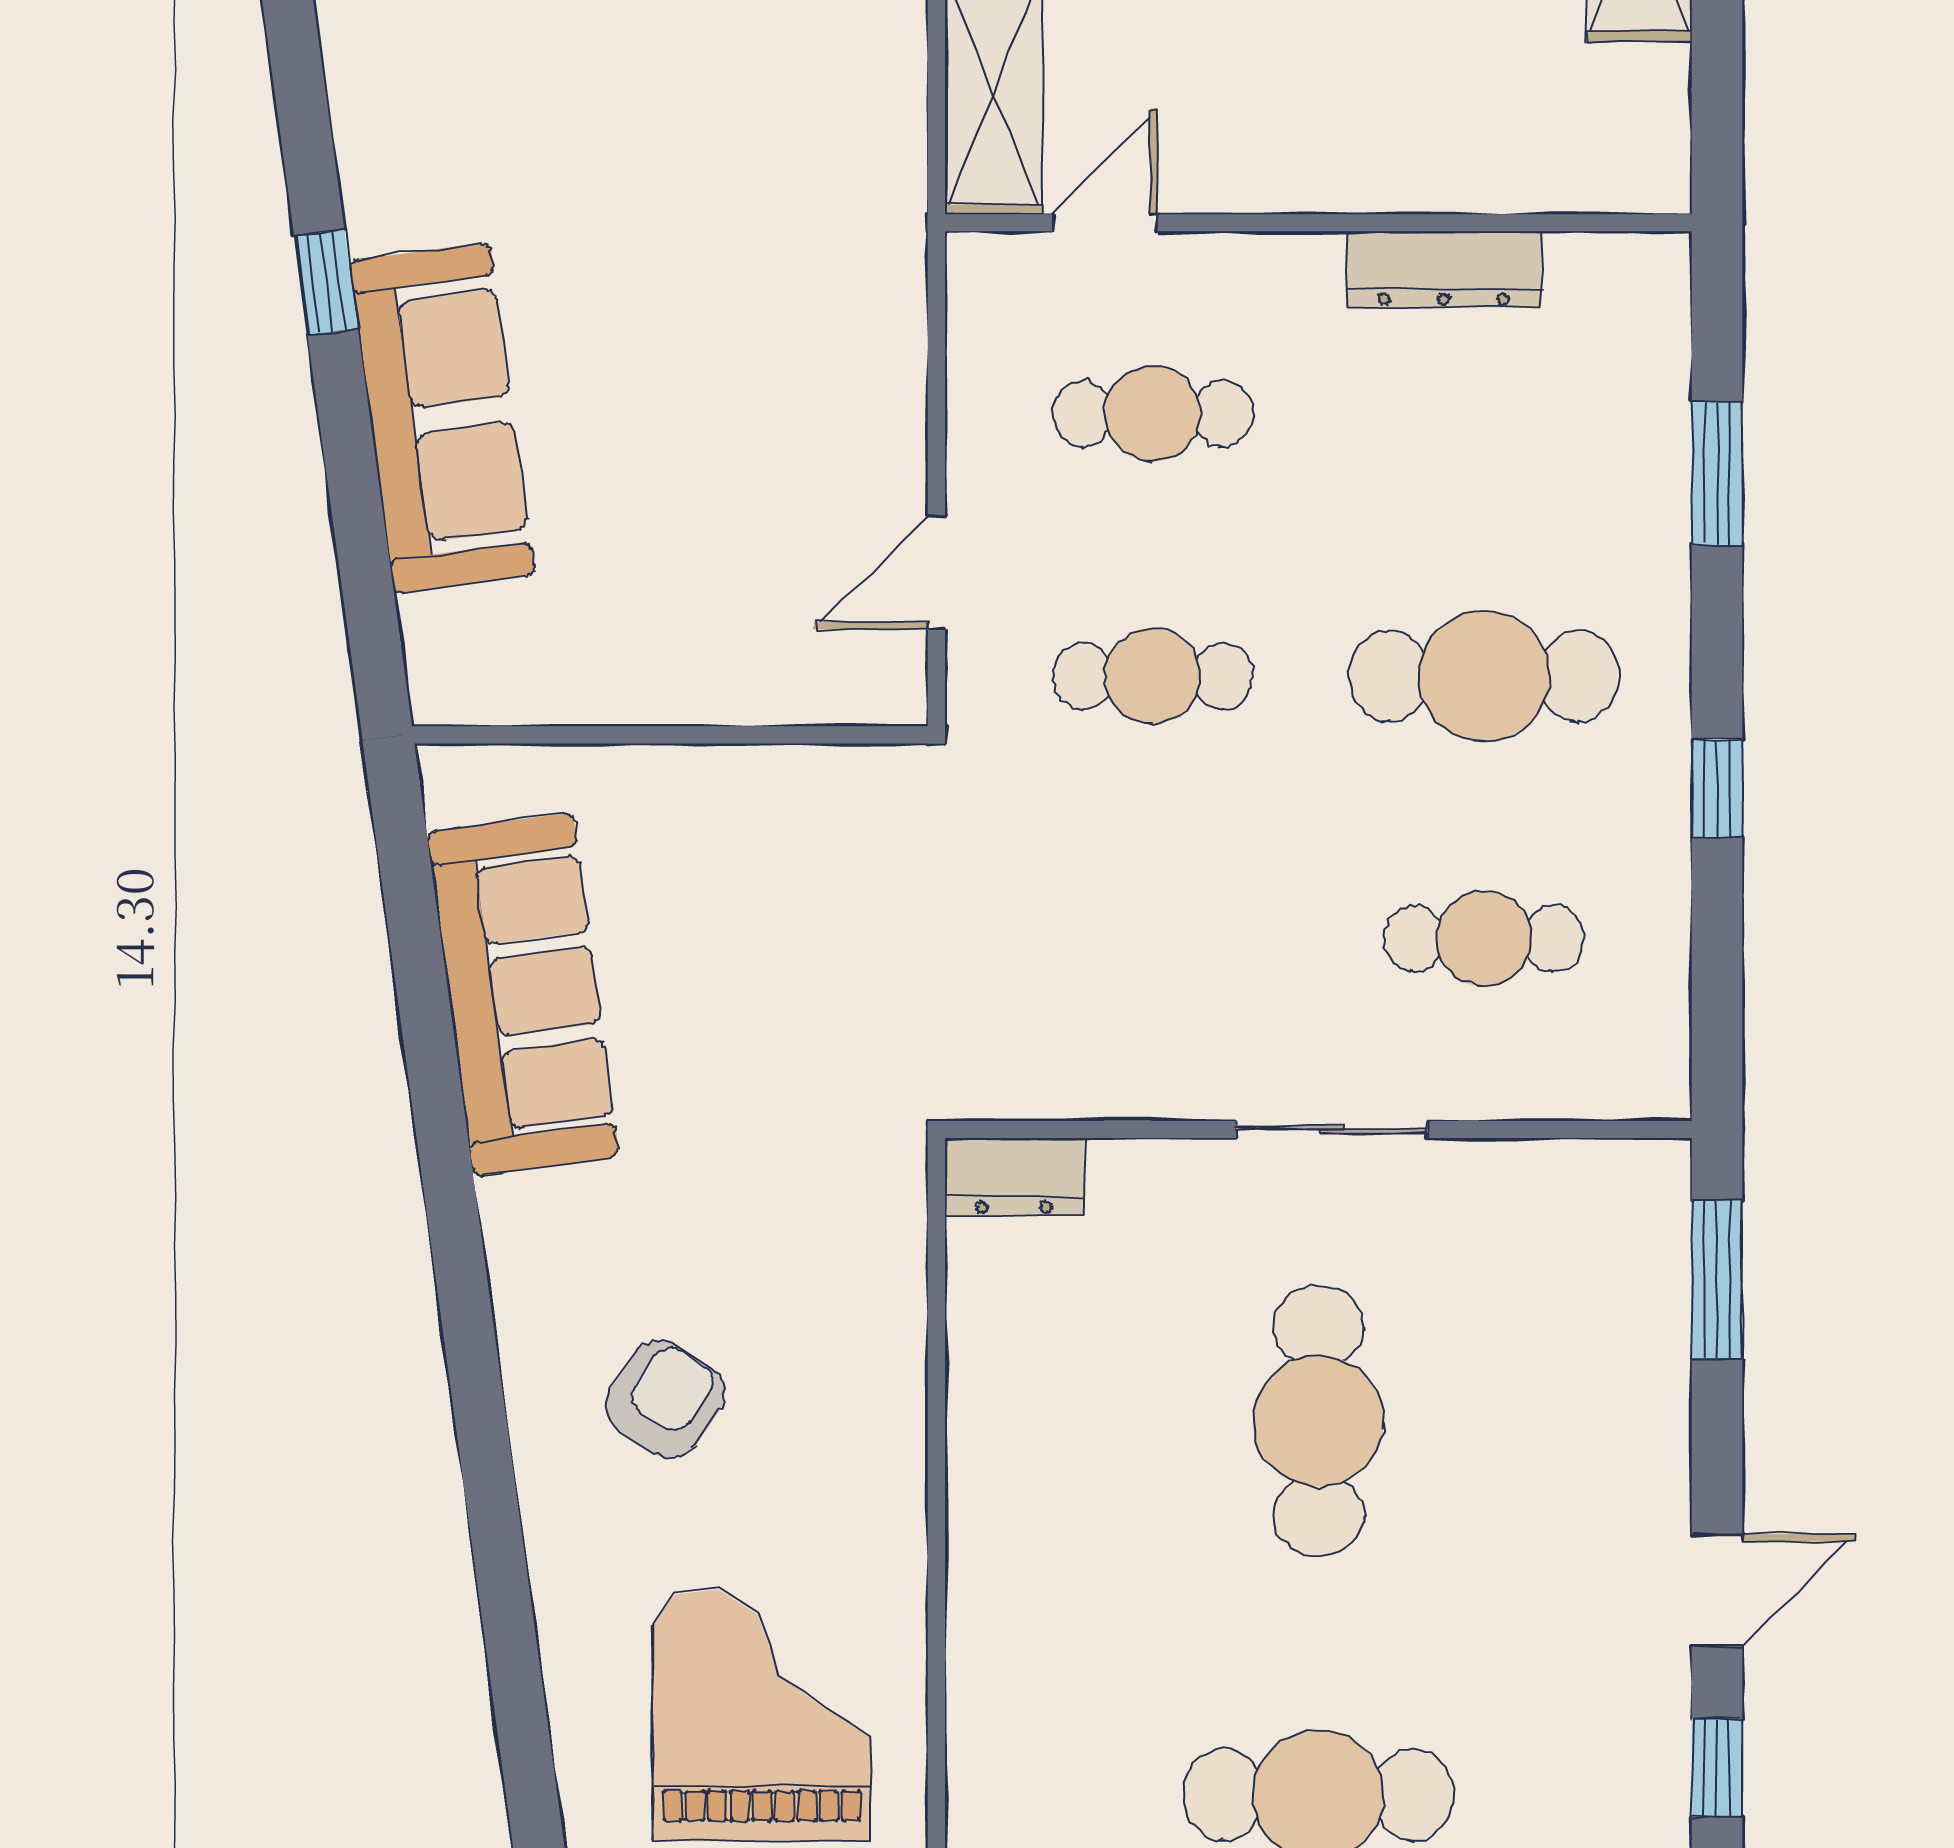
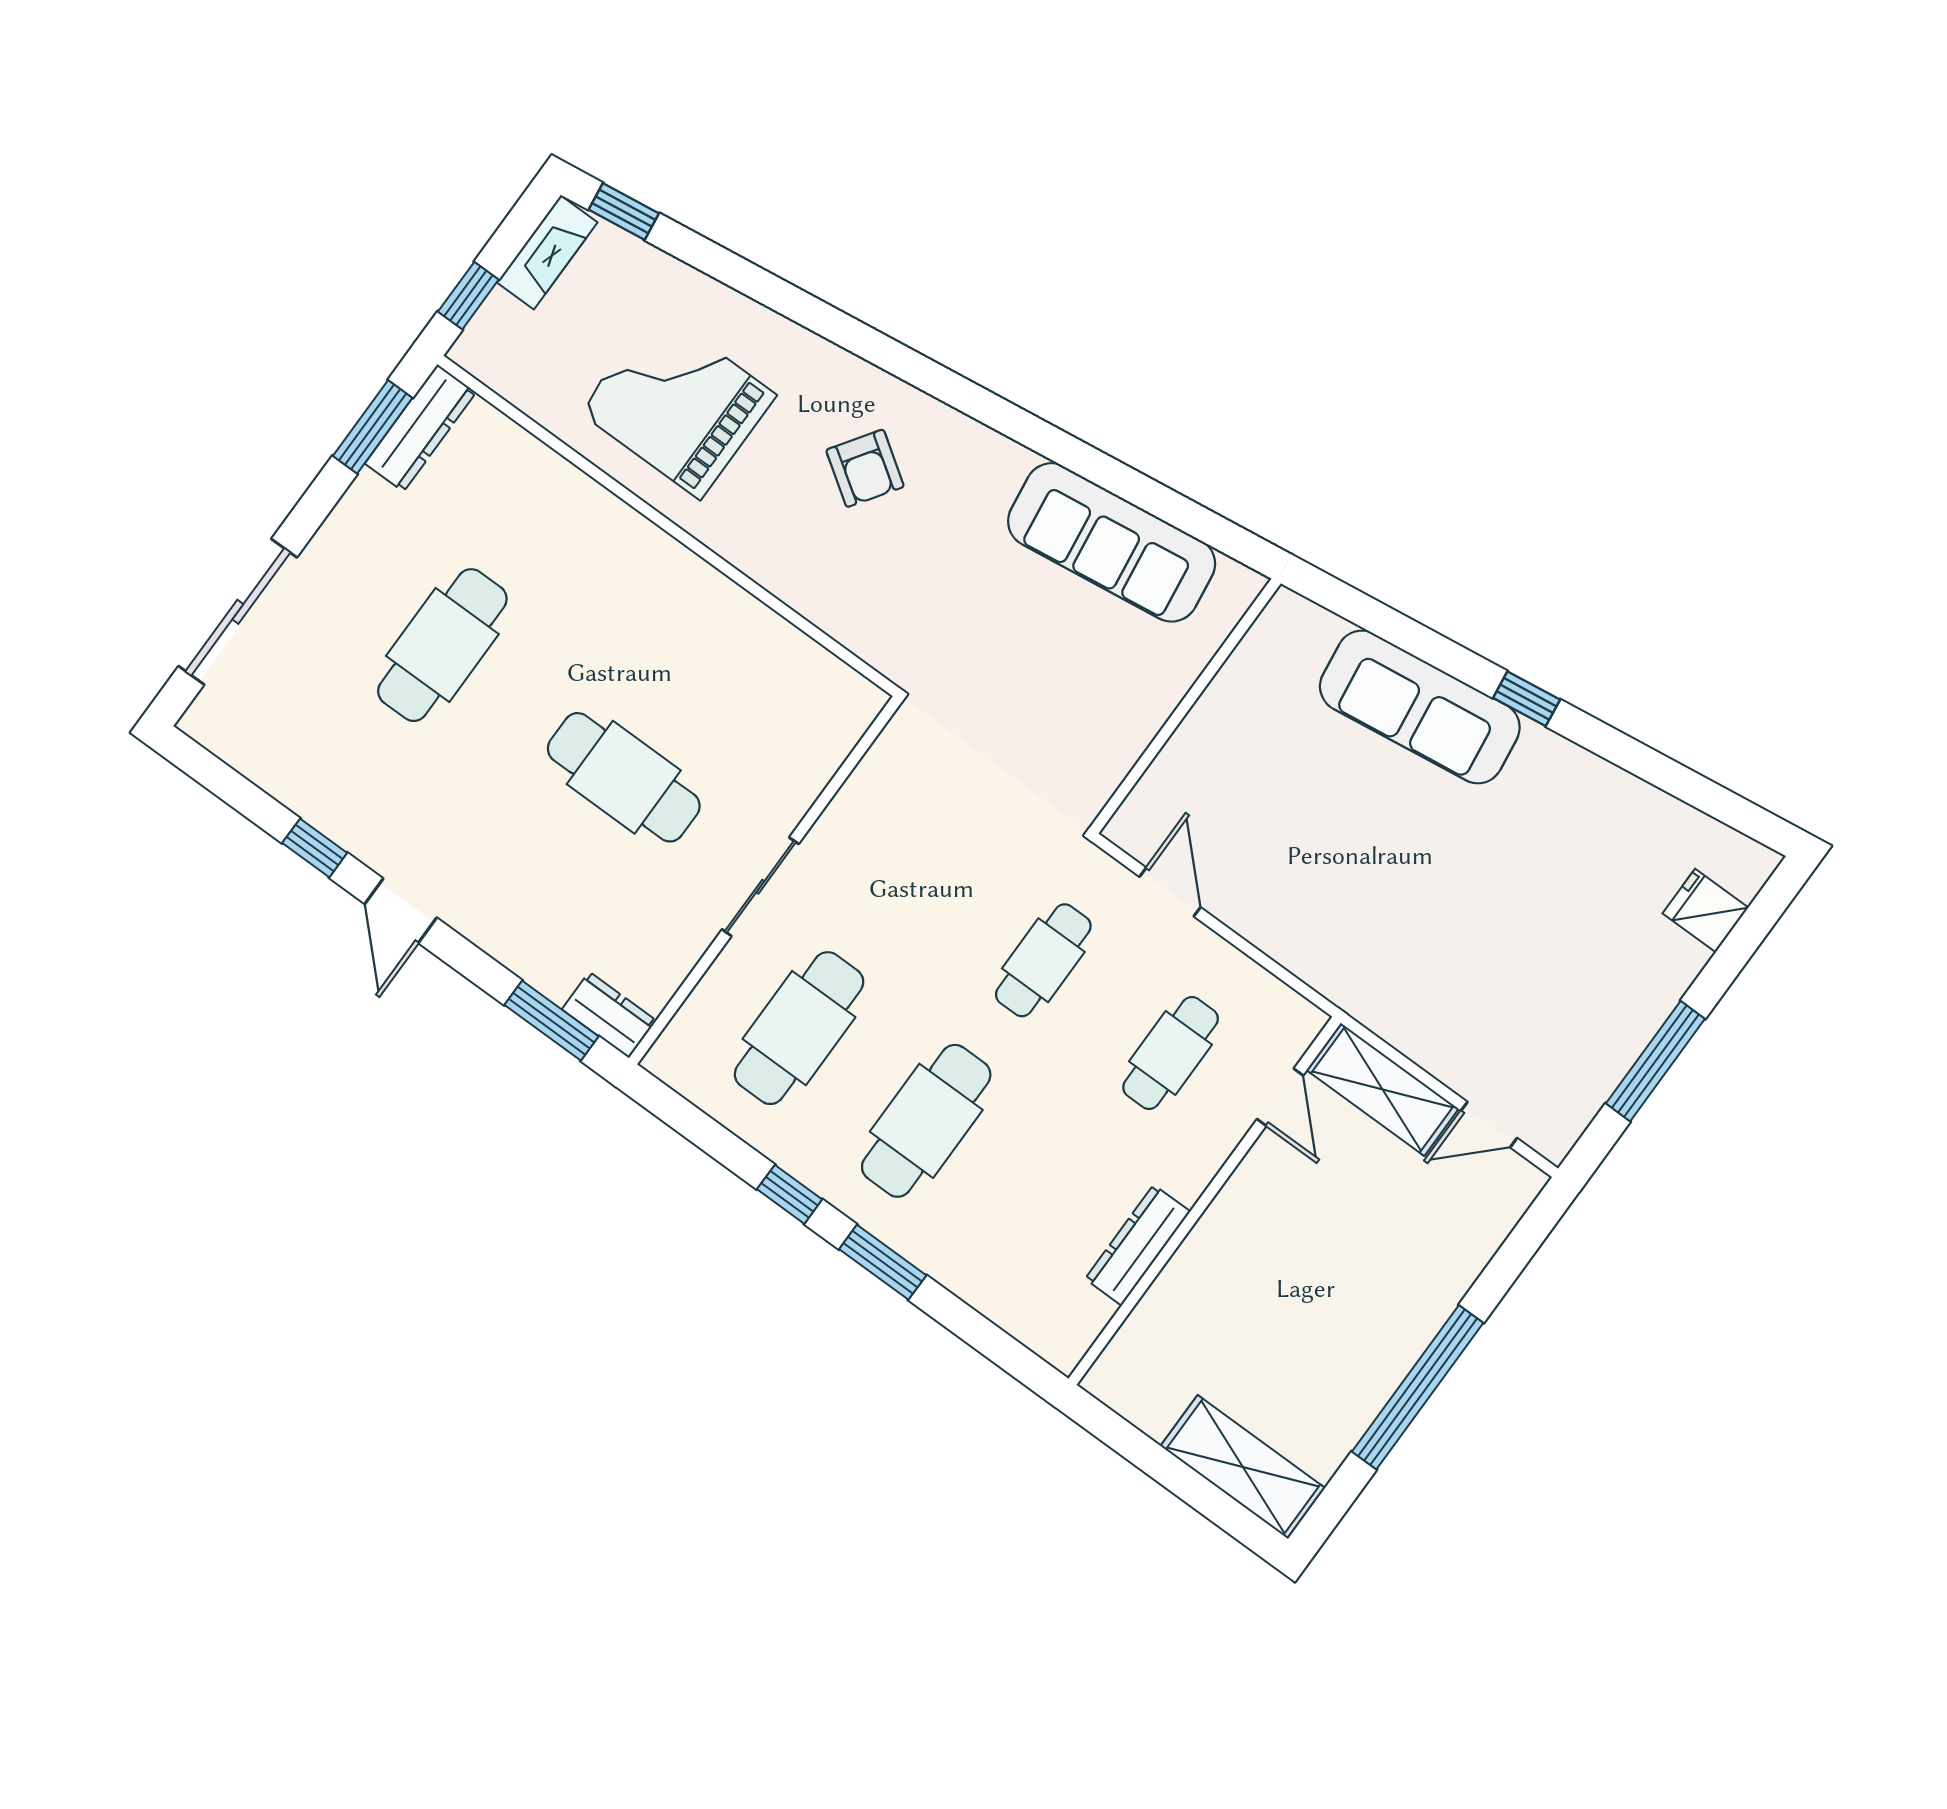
window: (1717, 474) -> (883, 1262), moved
cafe table: (1484, 939) -> (799, 1028), width x1.37, depth x1.35
dresser: (1014, 1177) -> (609, 1015), moved, turned 90
grand piano: (762, 1715) -> (678, 403), turned 180

